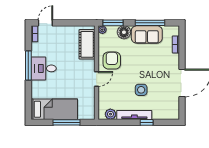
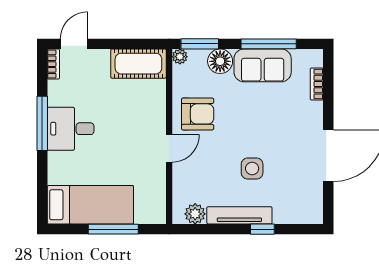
cot: (87, 44) -> (138, 64), moved, turned 90
armchair: (112, 61) -> (198, 114), turned 90

